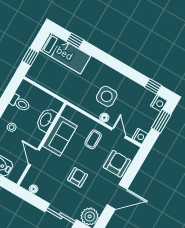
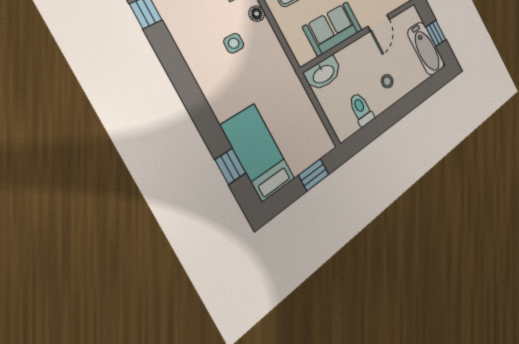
side table: (107, 96) -> (234, 43), width x0.54, depth x0.54
washbasin: (46, 120) -> (323, 74), moved

